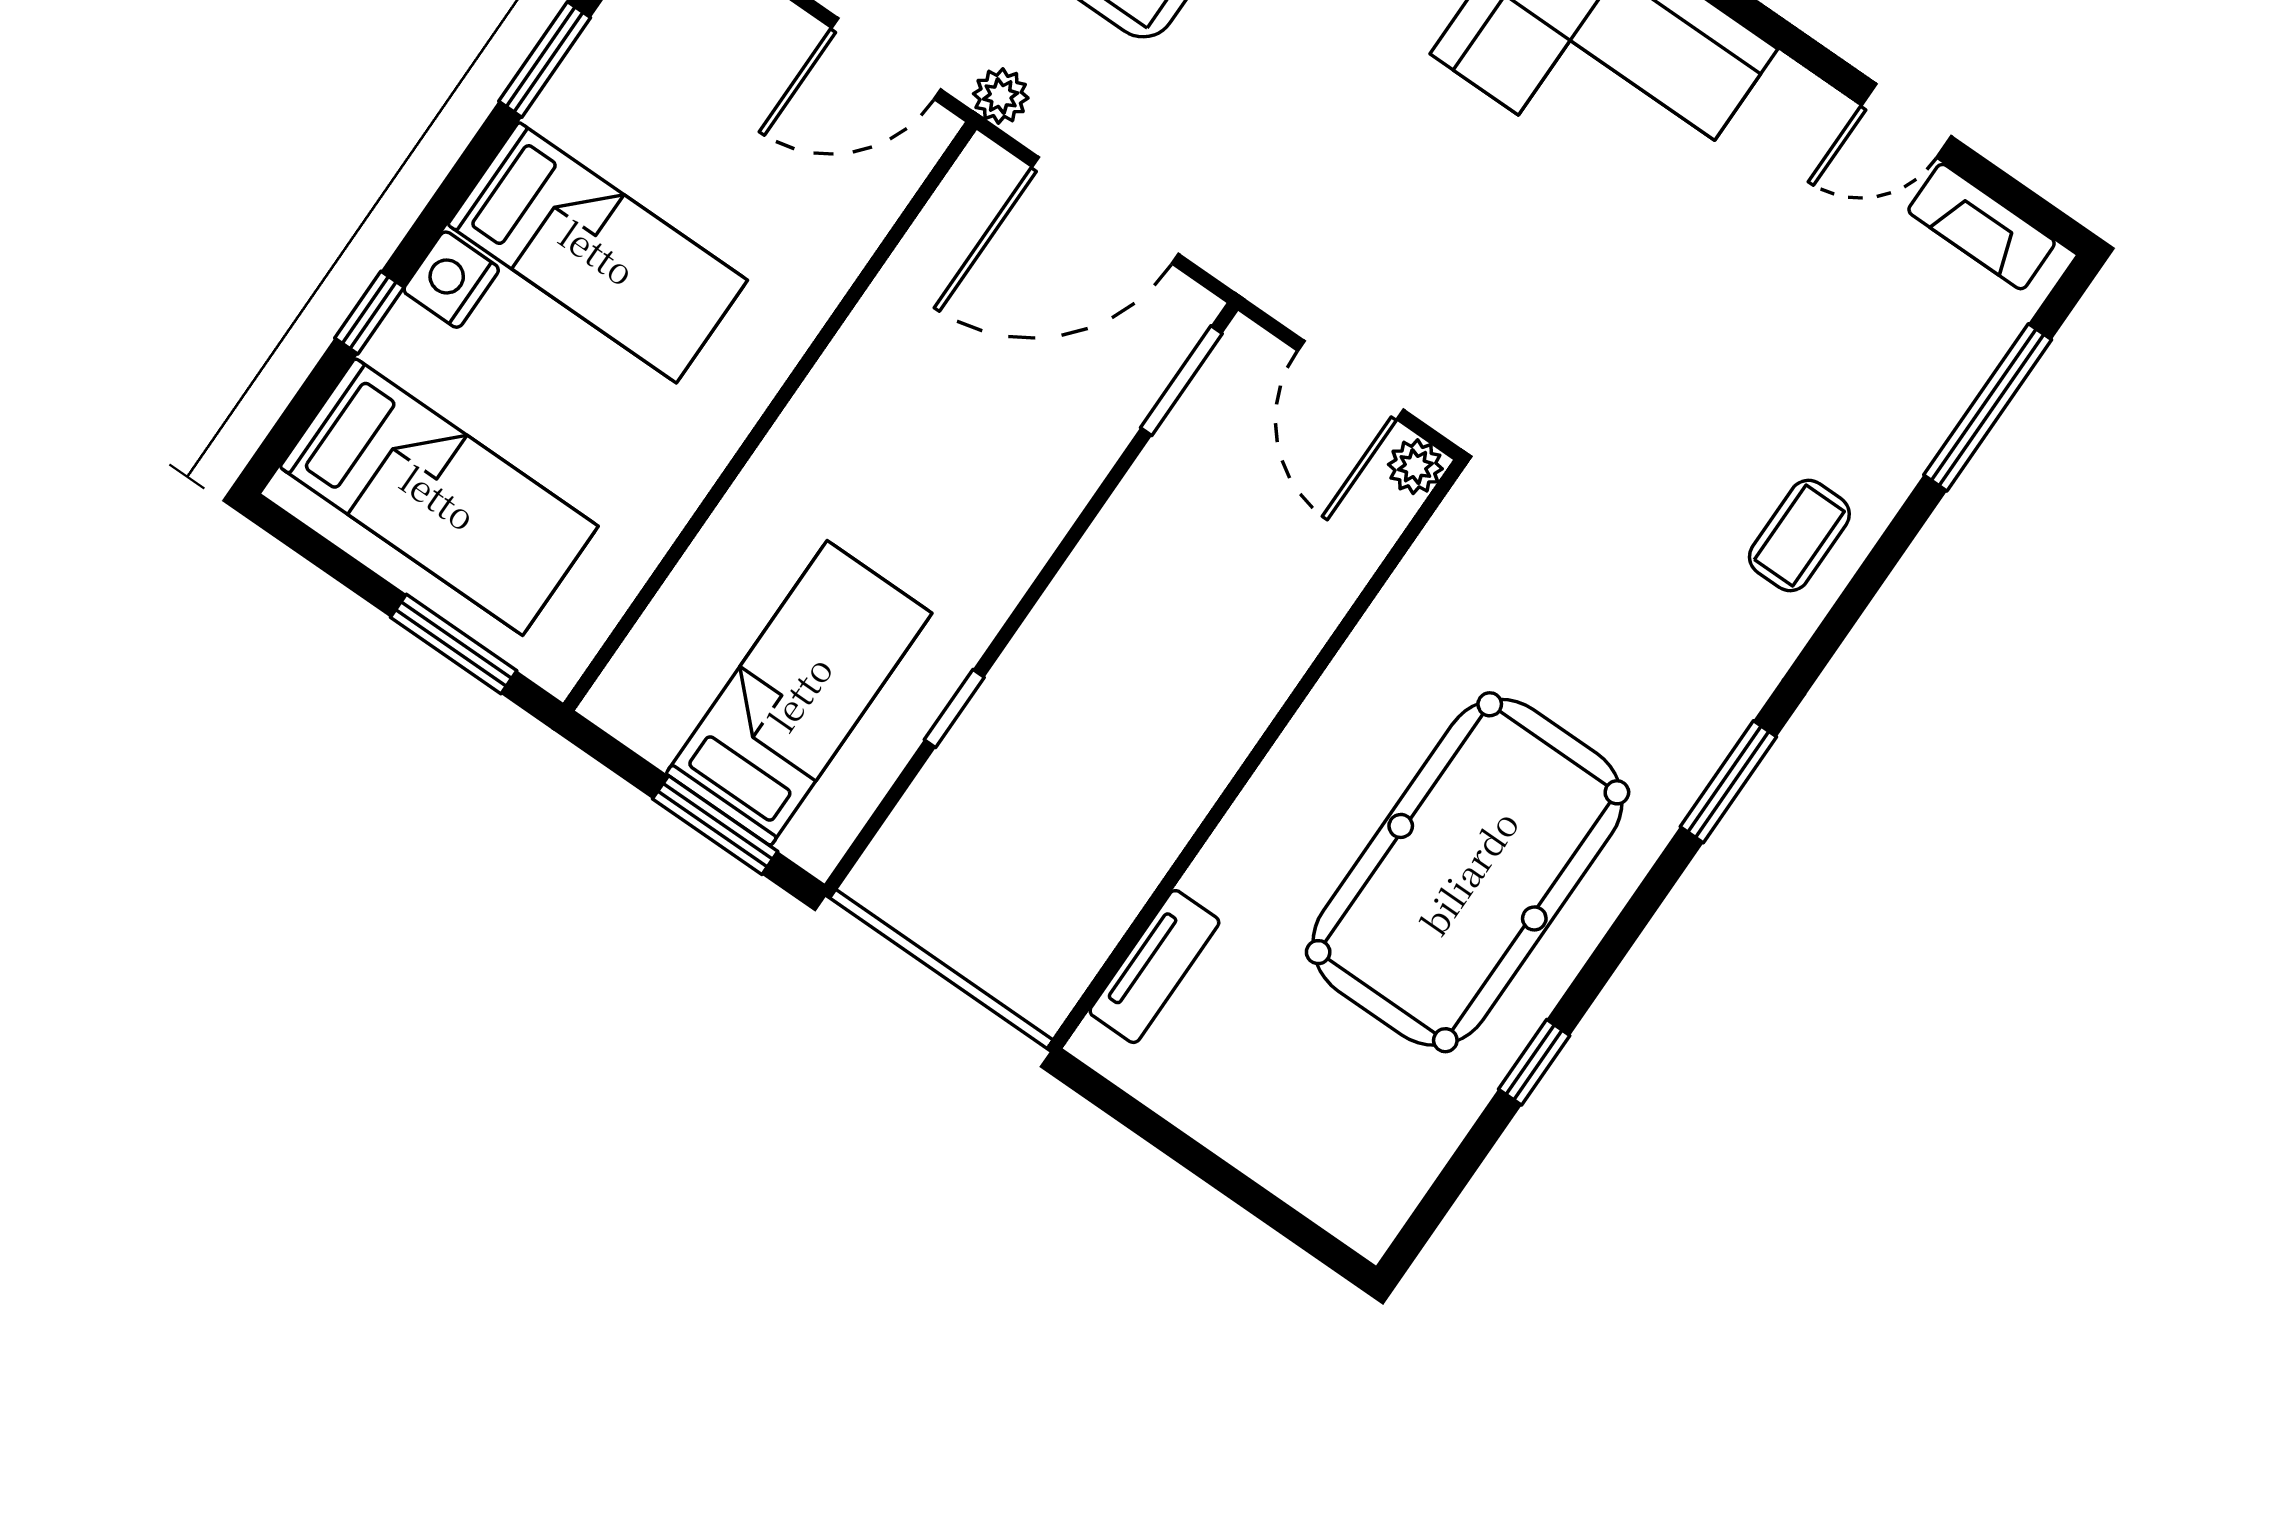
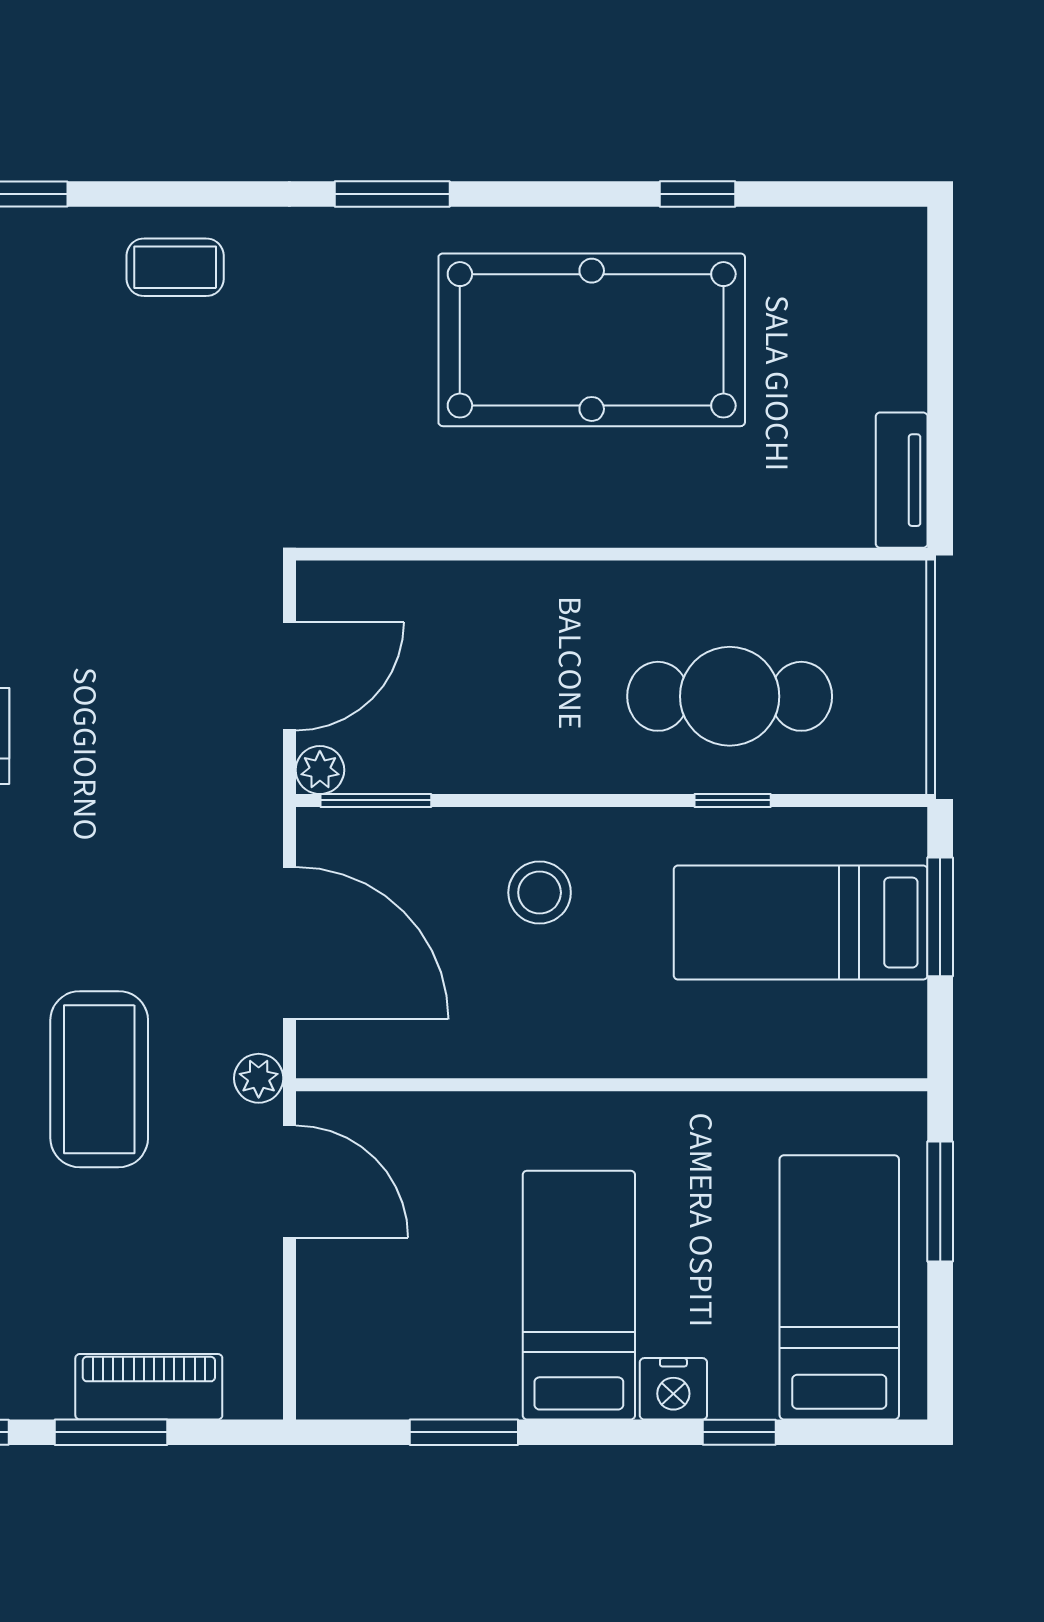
plant: (1415, 467) -> (320, 770), moved
stool: (993, 472) -> (540, 893), added
cafe table: (1052, 772) -> (730, 696), added
tv unit: (1154, 967) -> (902, 480), moved, turned -90

